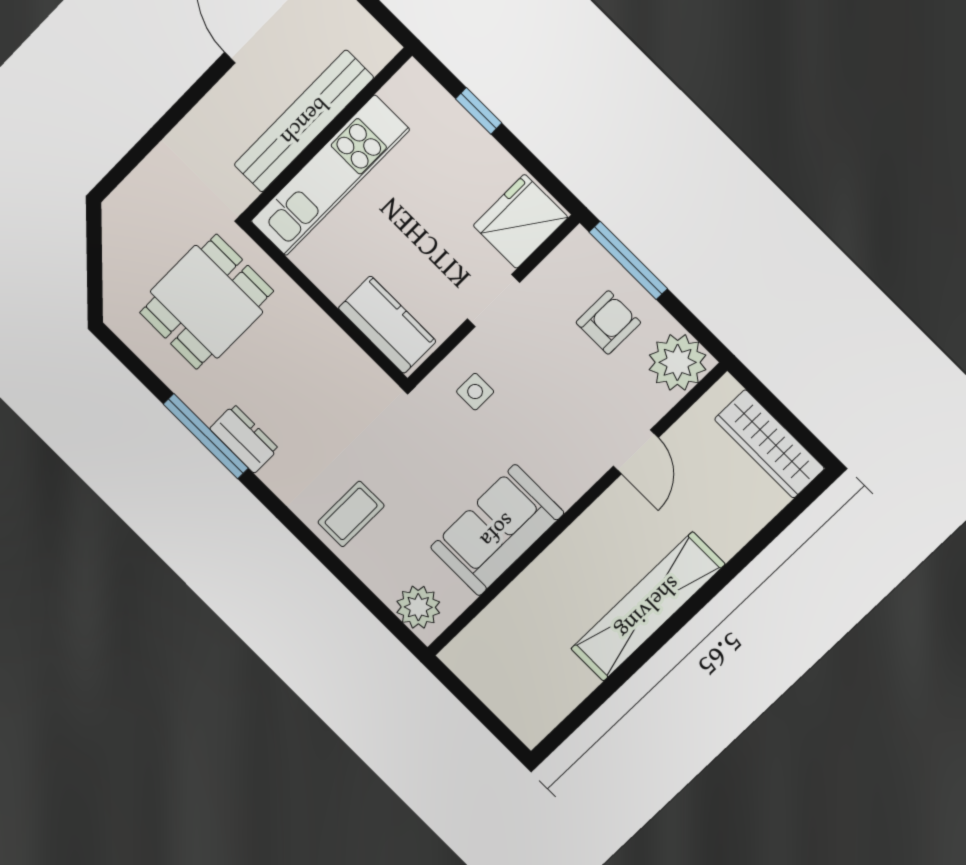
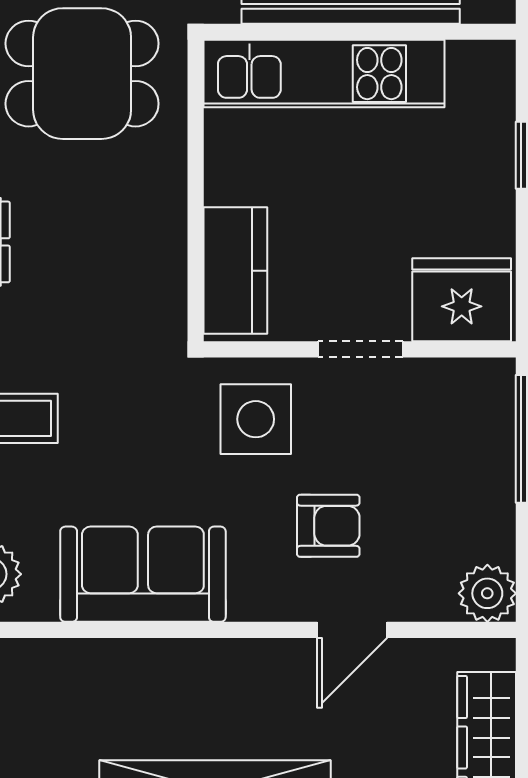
armchair: (608, 323) -> (328, 526), moved
plant: (678, 362) -> (487, 593), width x0.73, depth x0.73
side table: (475, 392) -> (256, 419), width x1.87, depth x1.87

